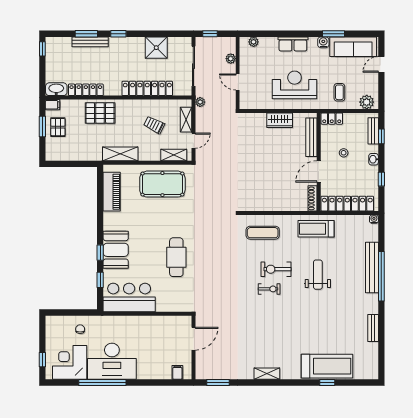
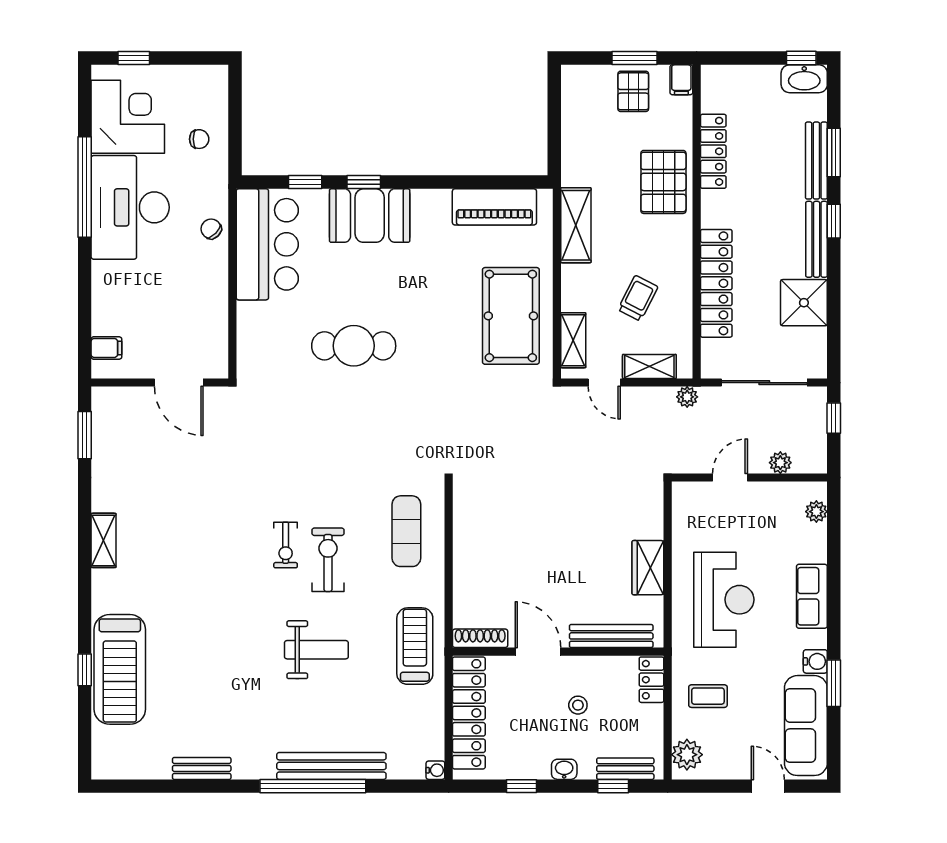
bench: (127, 42) -> (817, 239), added
washbasin: (56, 89) -> (804, 79), moved, turned 90
pallet: (58, 127) -> (633, 91), turned 90
chair: (122, 324) -> (211, 229), added

